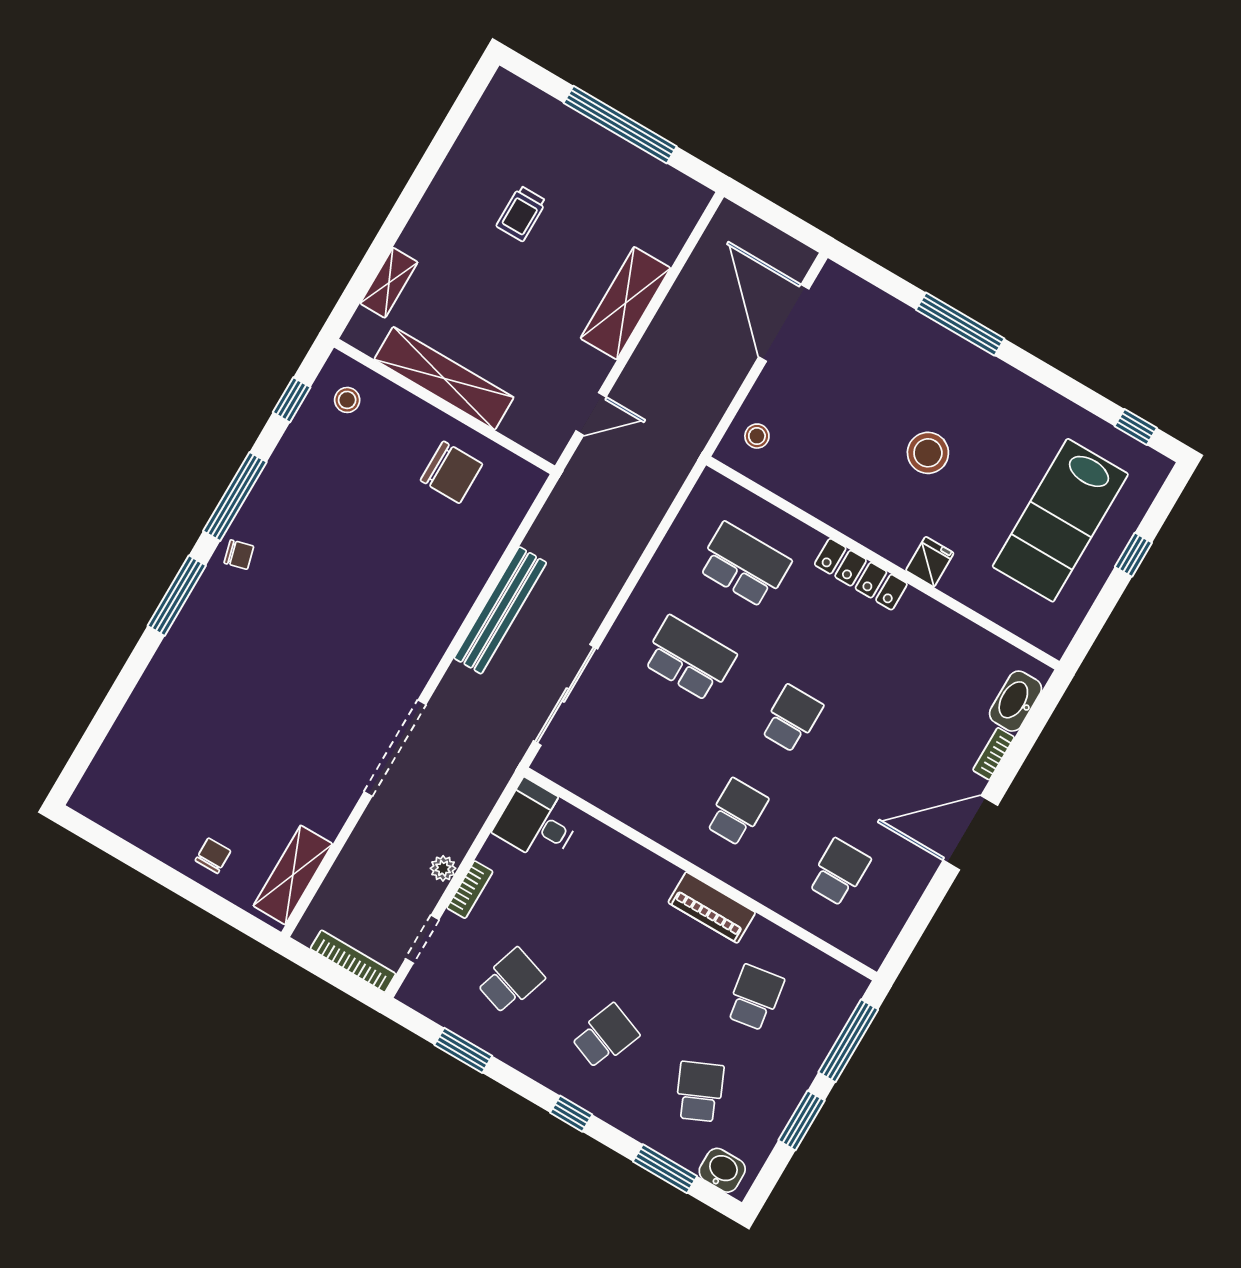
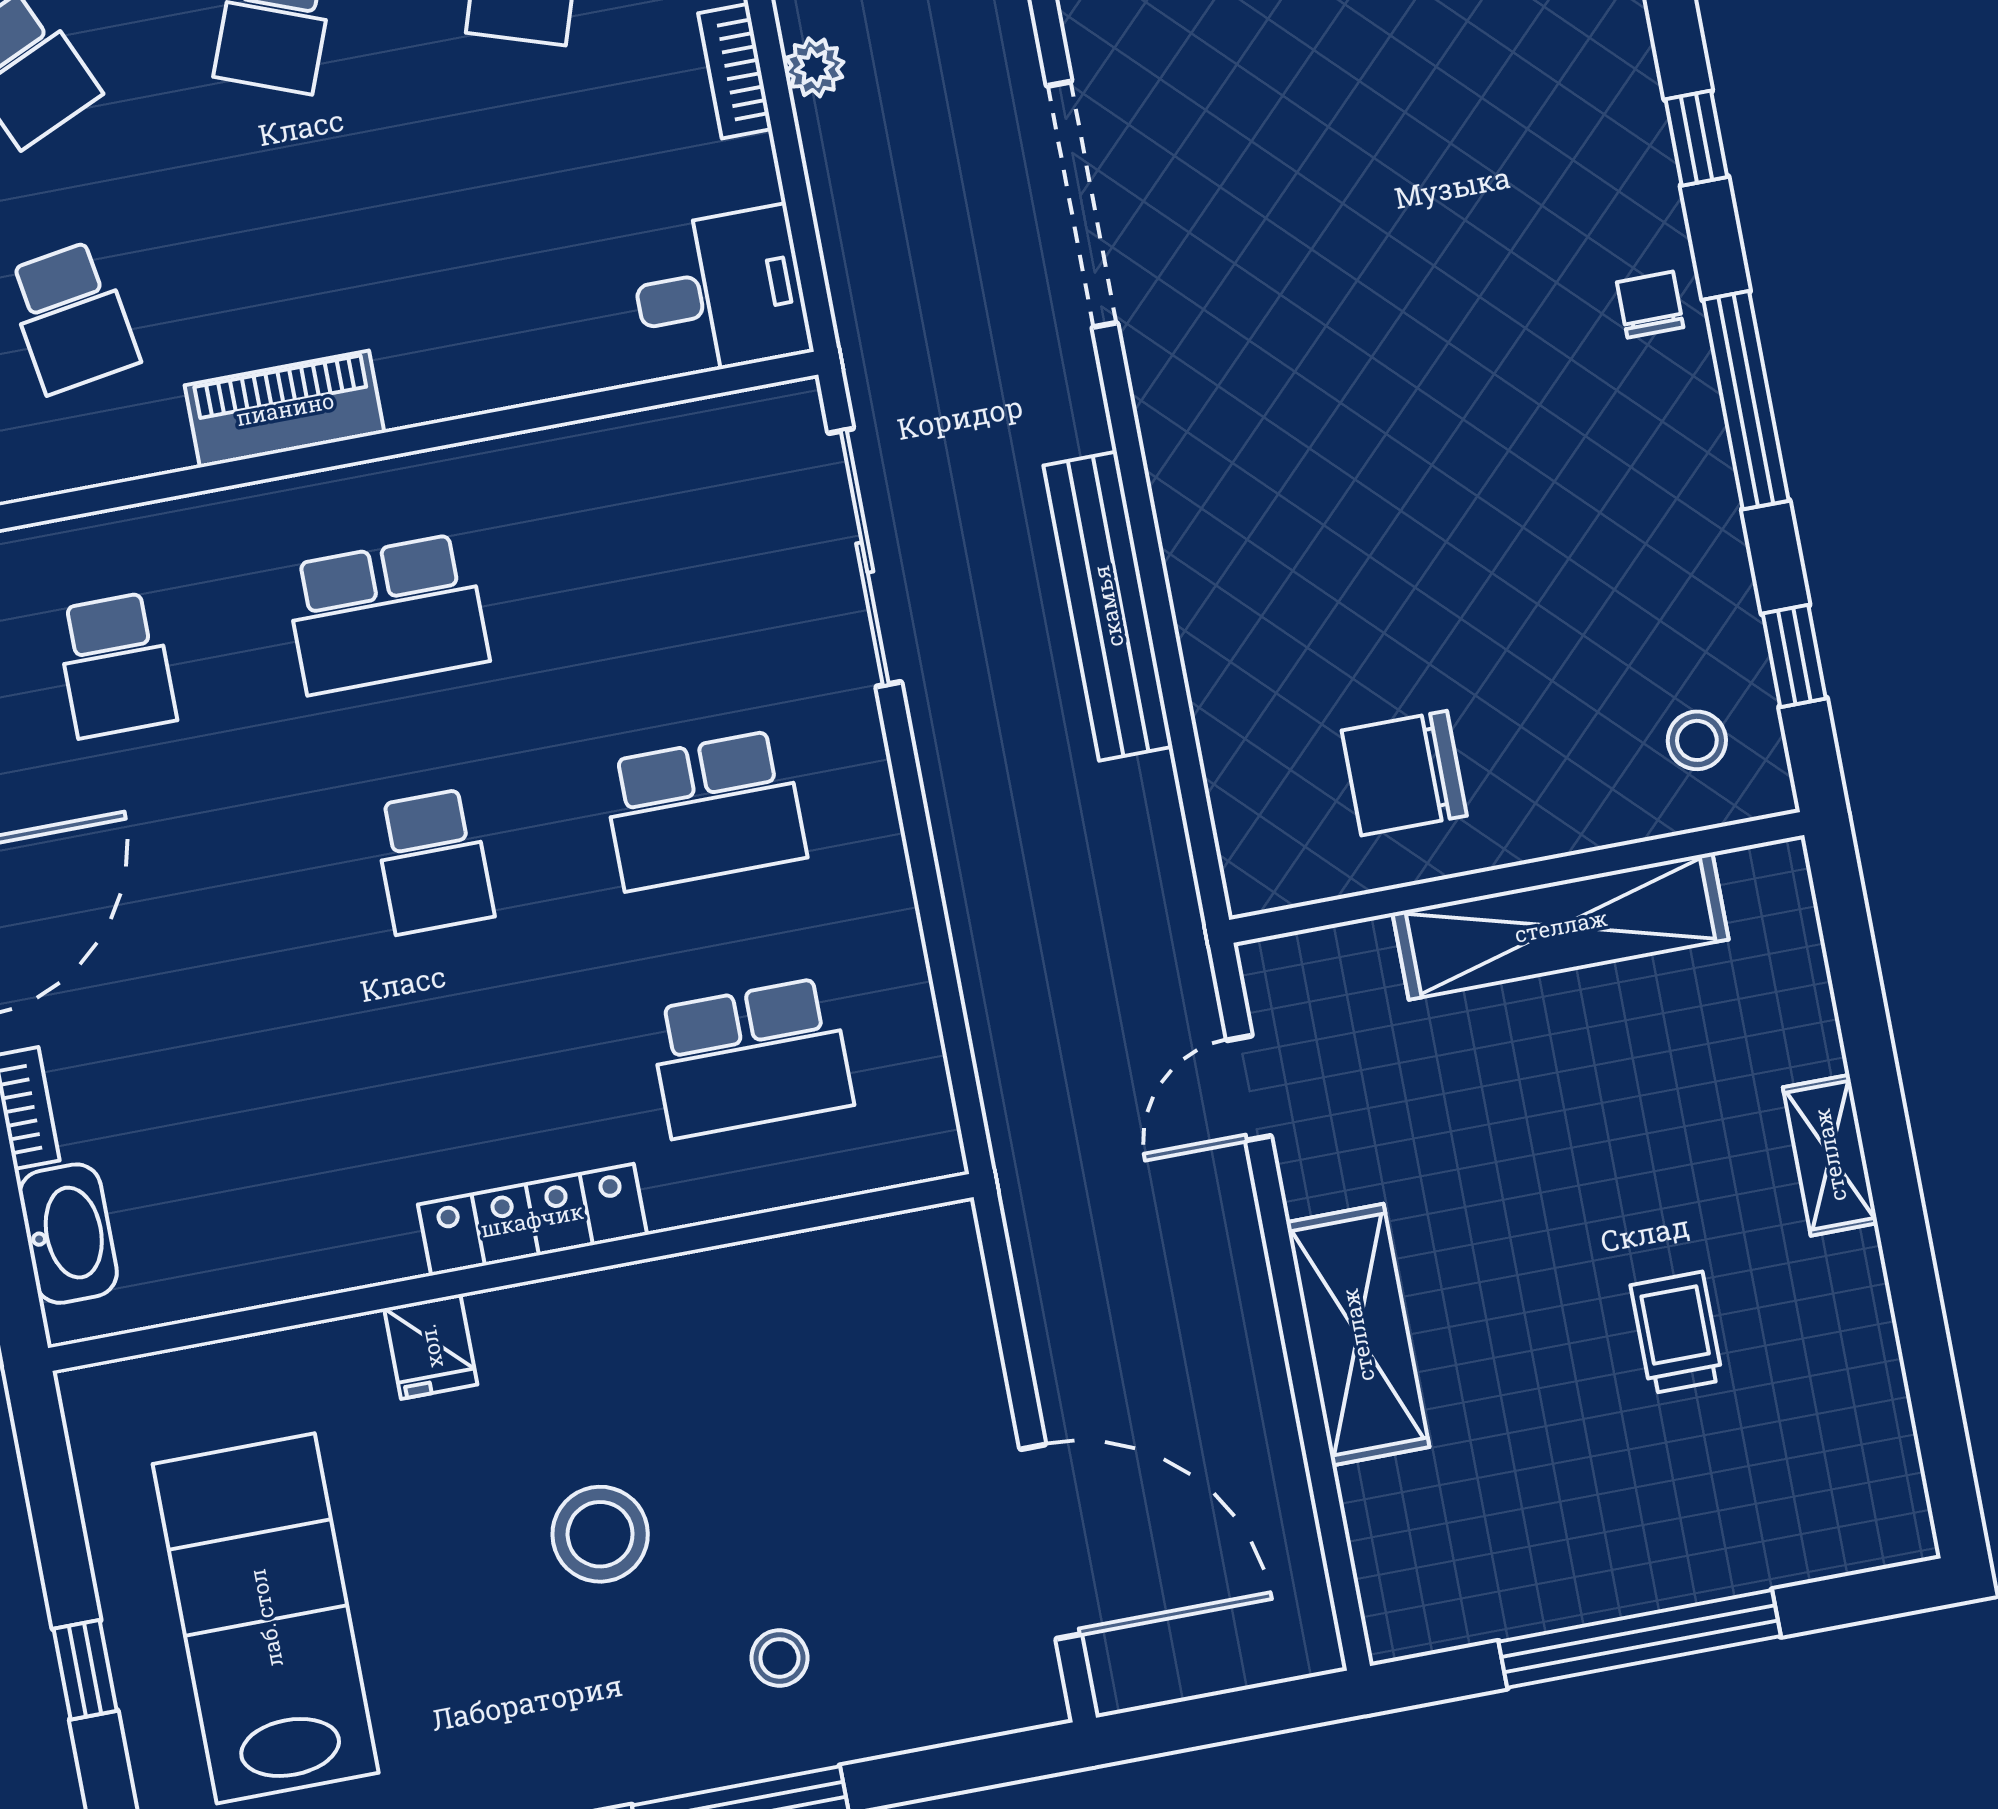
shelving: (389, 283) -> (1830, 1155), moved
stool: (757, 436) -> (779, 1658), moved
chair: (239, 555) -> (1650, 305), turned 105
window: (177, 596) -> (1696, 138), width x0.46
school desk: (737, 812) -> (386, 614), width x1.85

